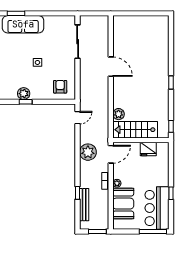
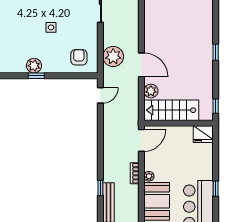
door: (111, 67) -> (141, 65), moved
fridge: (148, 149) -> (203, 134), moved
plant: (88, 152) -> (113, 56), moved

